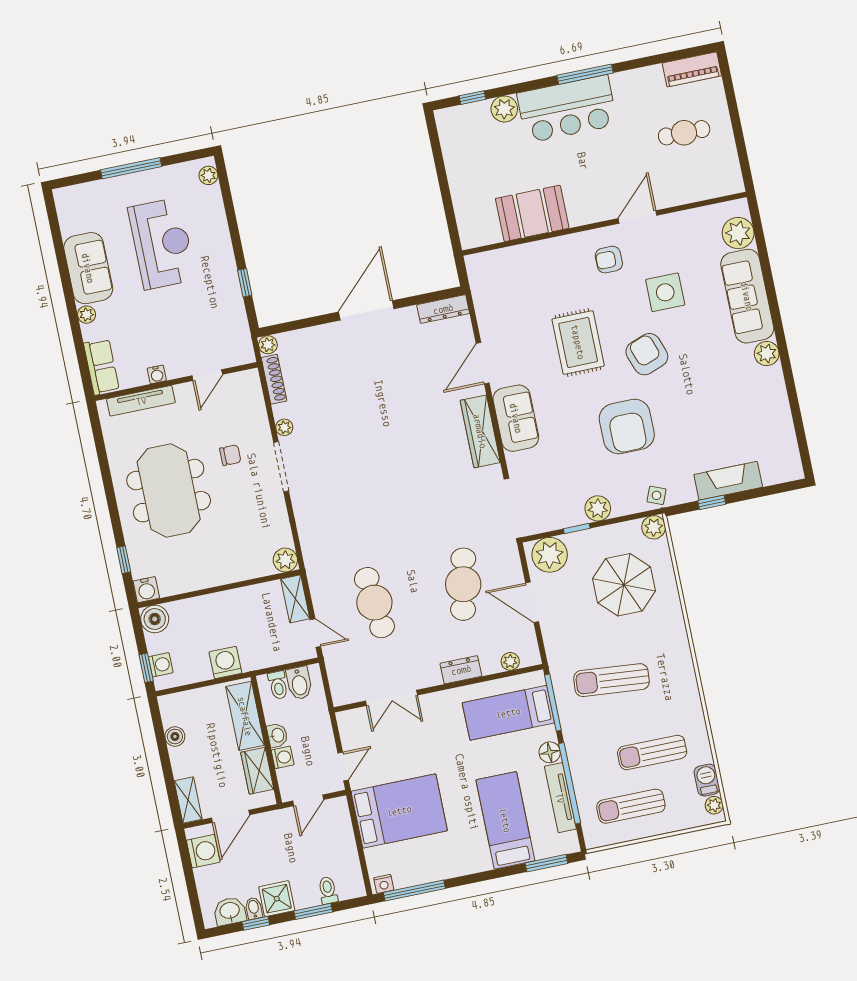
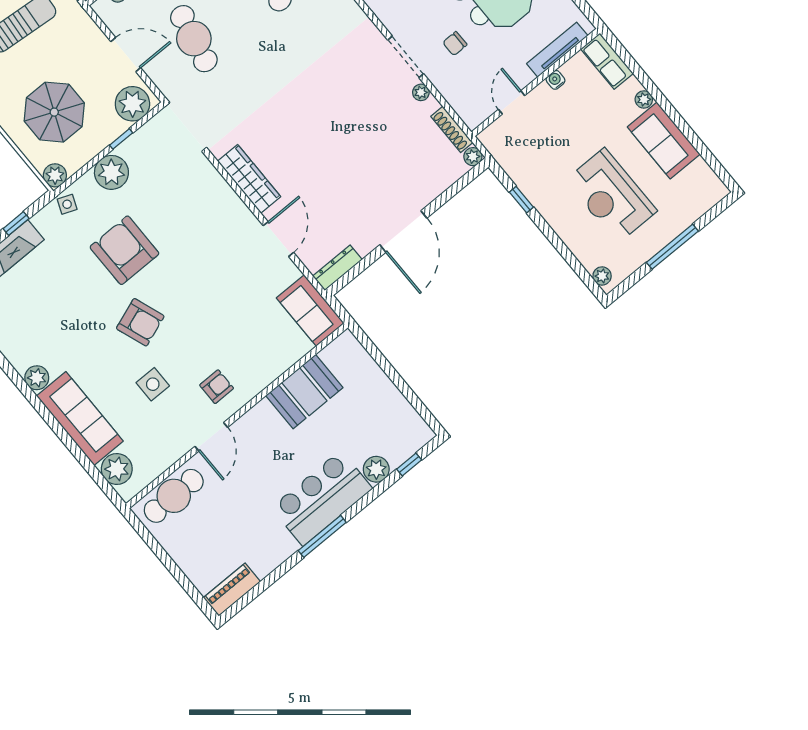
cafe table: (684, 133) -> (174, 496), moved, width x1.37, depth x1.35
side table: (665, 292) -> (153, 384), width x0.73, depth x0.73
rug: (578, 342) -> (205, 301), removed
sofa: (516, 418) -> (310, 310), moved
plant: (598, 508) -> (111, 172), width x1.36, depth x1.36

